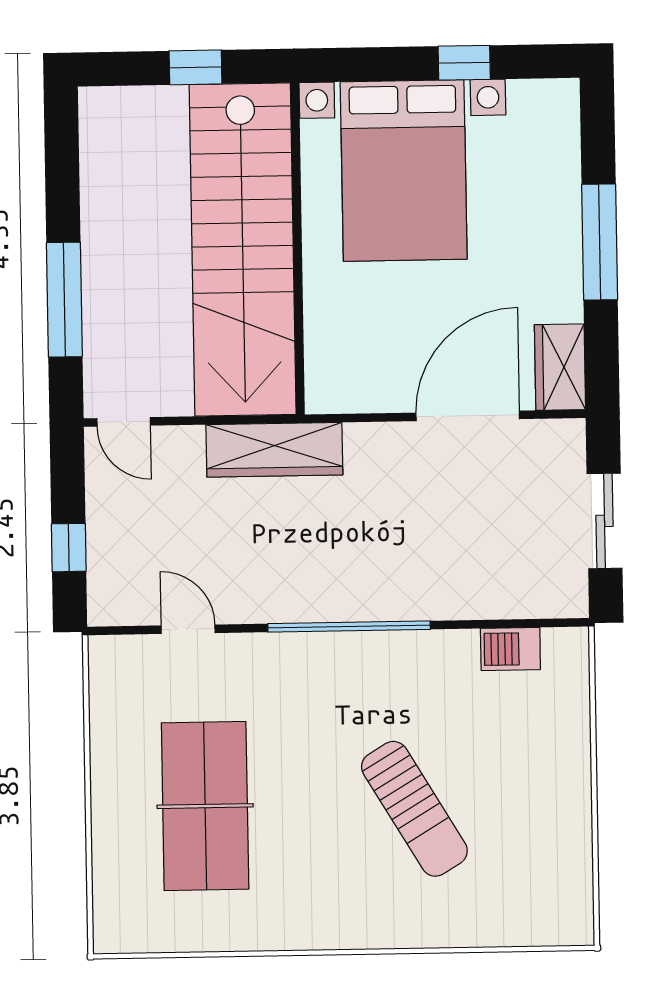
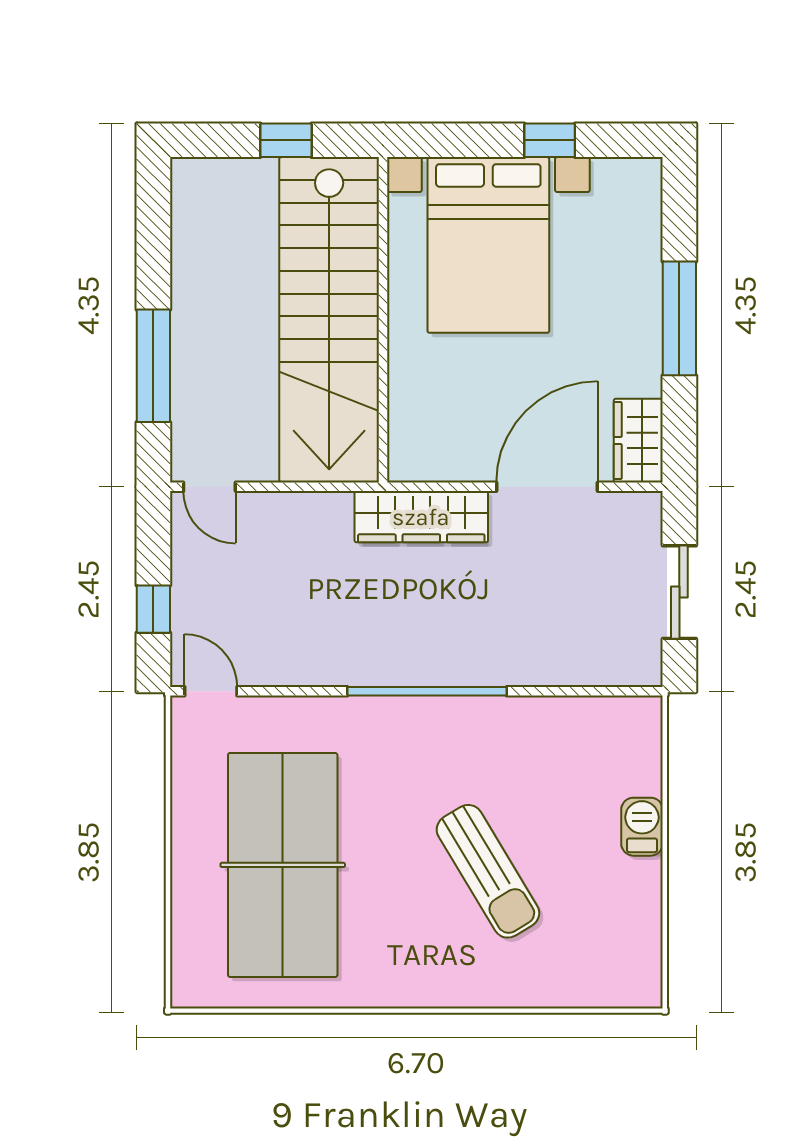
wardrobe: (274, 450) -> (421, 517), moved
door: (188, 629) -> (211, 691), moved
barbecue: (510, 649) -> (642, 827), moved, turned 90
table tennis table: (205, 806) -> (283, 865), width x1.36, depth x1.32

